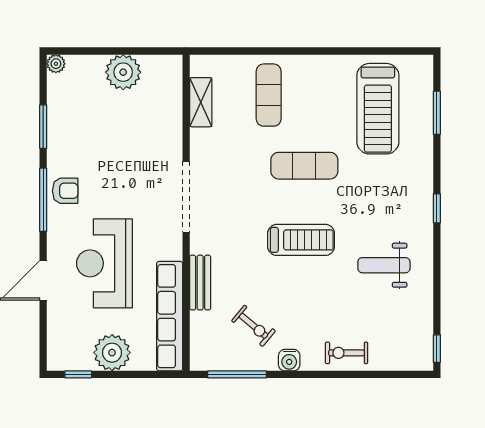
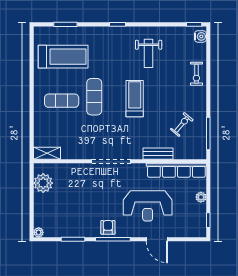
plant: (123, 72) -> (43, 183), moved
exercise mat: (269, 95) -> (62, 101), moved
shelving: (201, 102) -> (47, 153), moved
plant: (112, 353) -> (201, 197), width x0.53, depth x0.53
water cooler: (289, 360) -> (200, 36), moved

